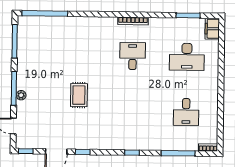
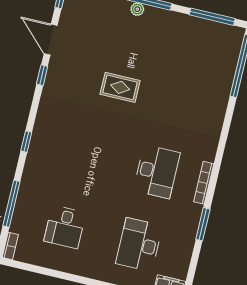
window: (188, 15) -> (203, 224), moved
desk: (133, 56) -> (157, 172), width x1.37
desk: (186, 112) -> (65, 227), turned -90

